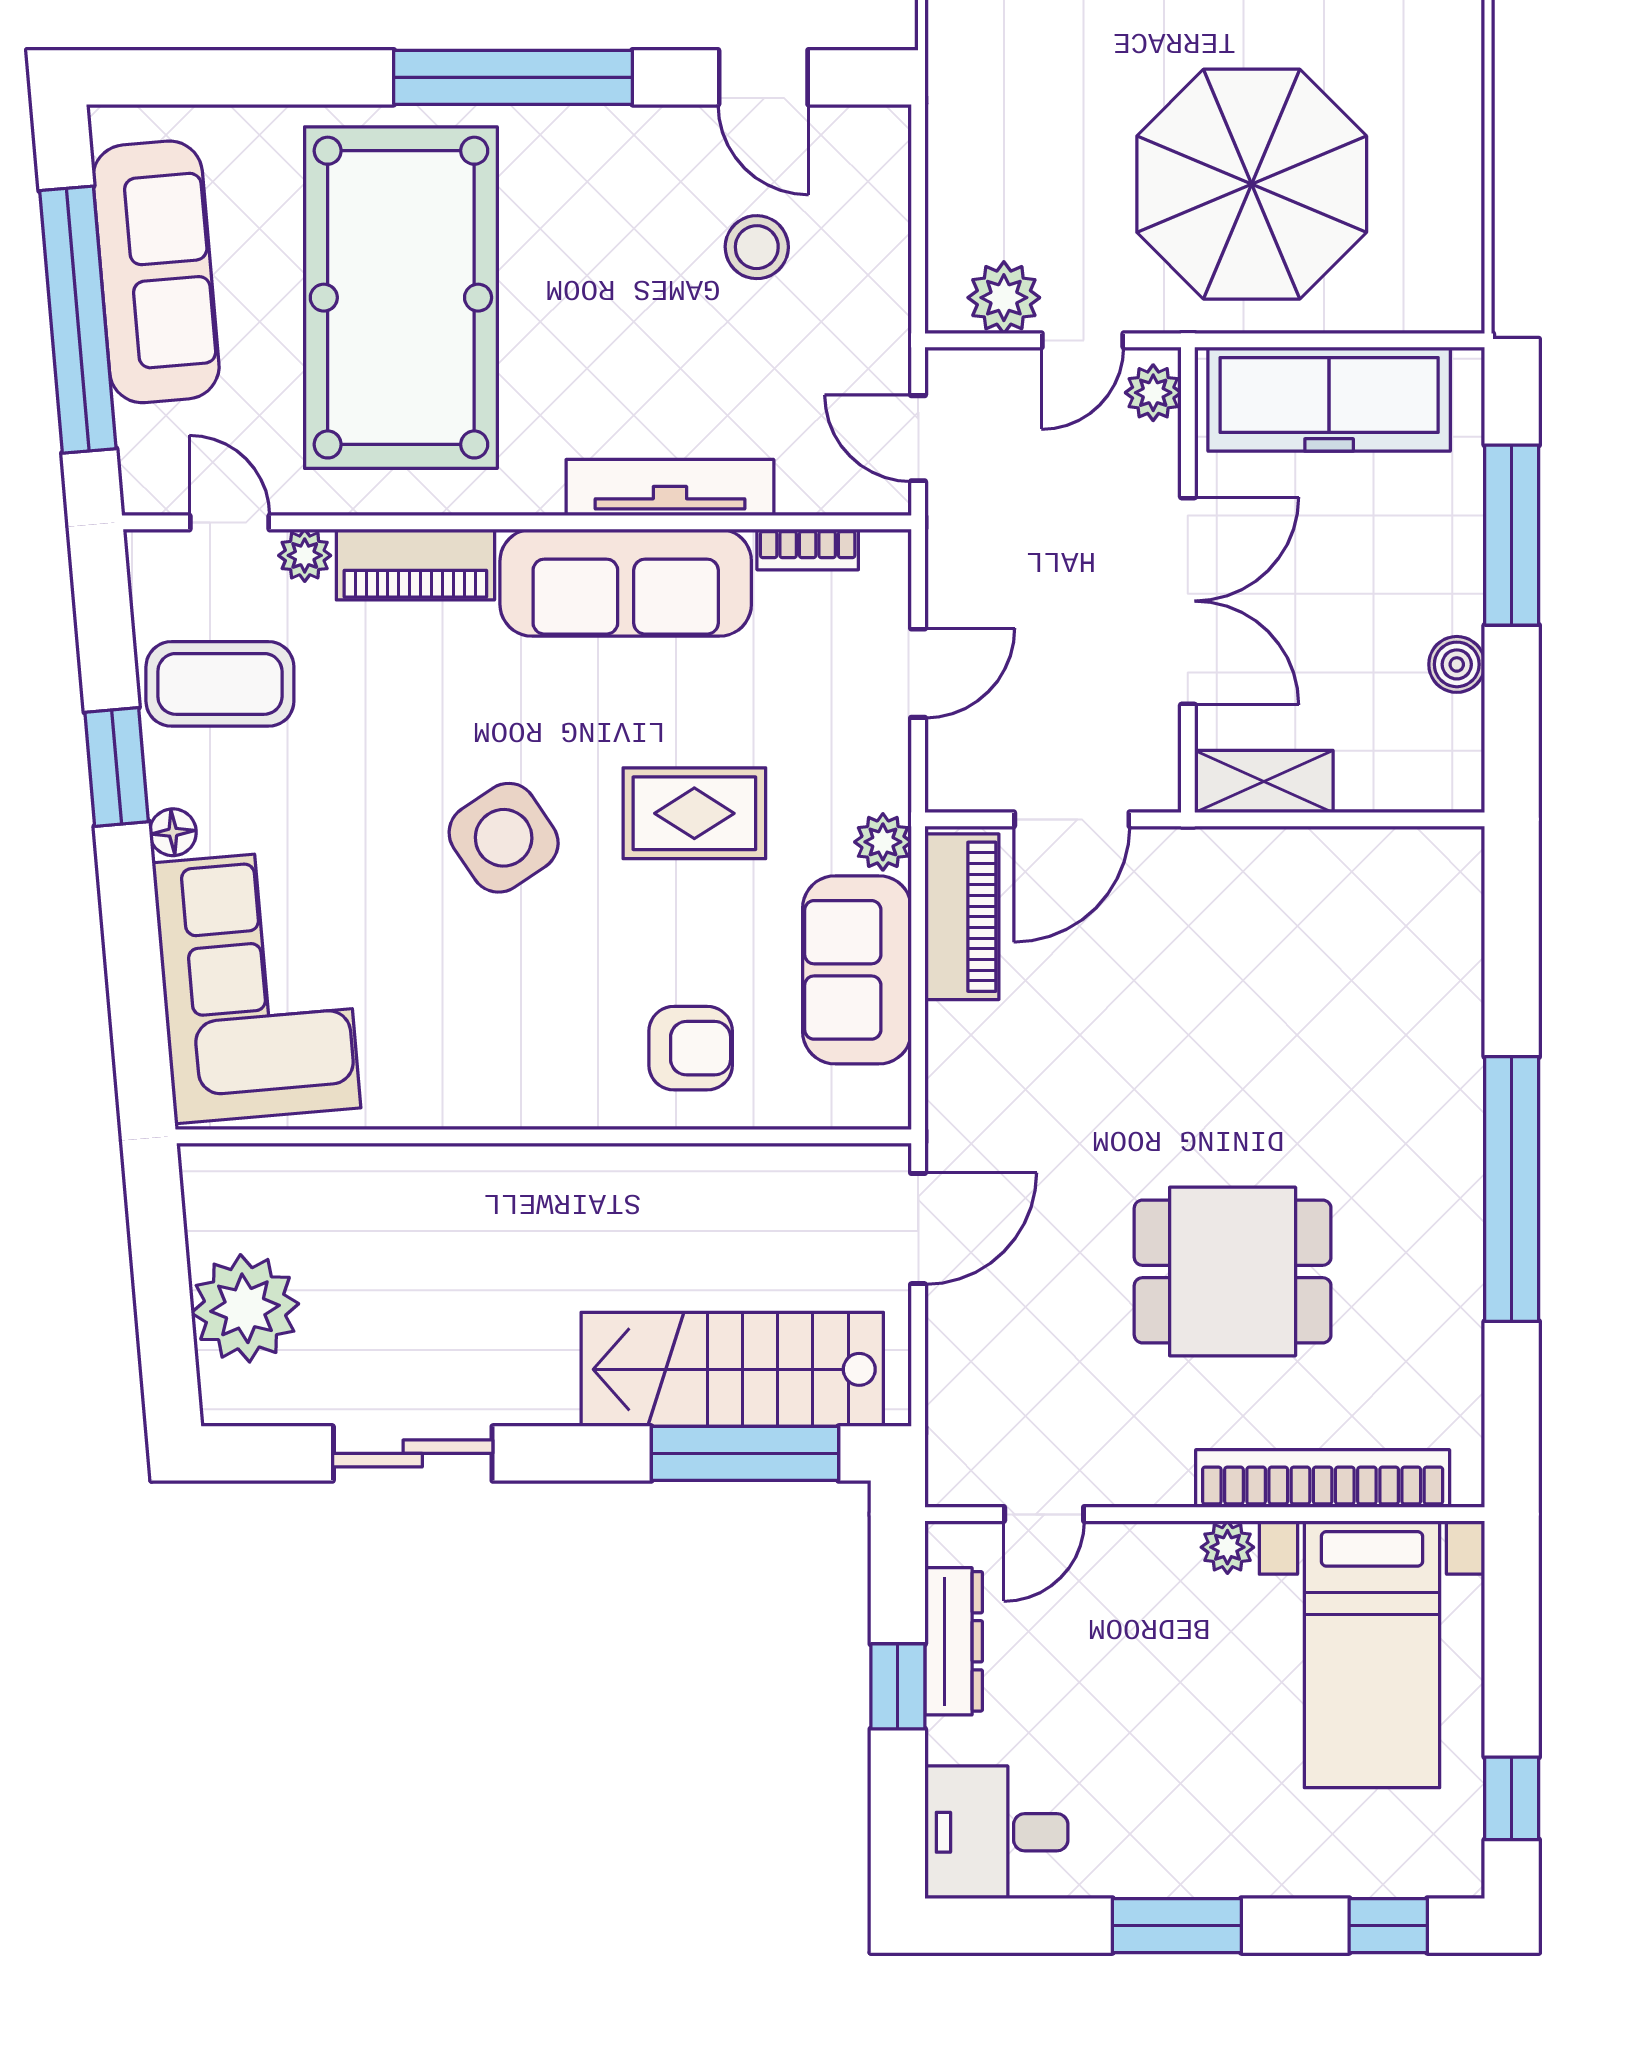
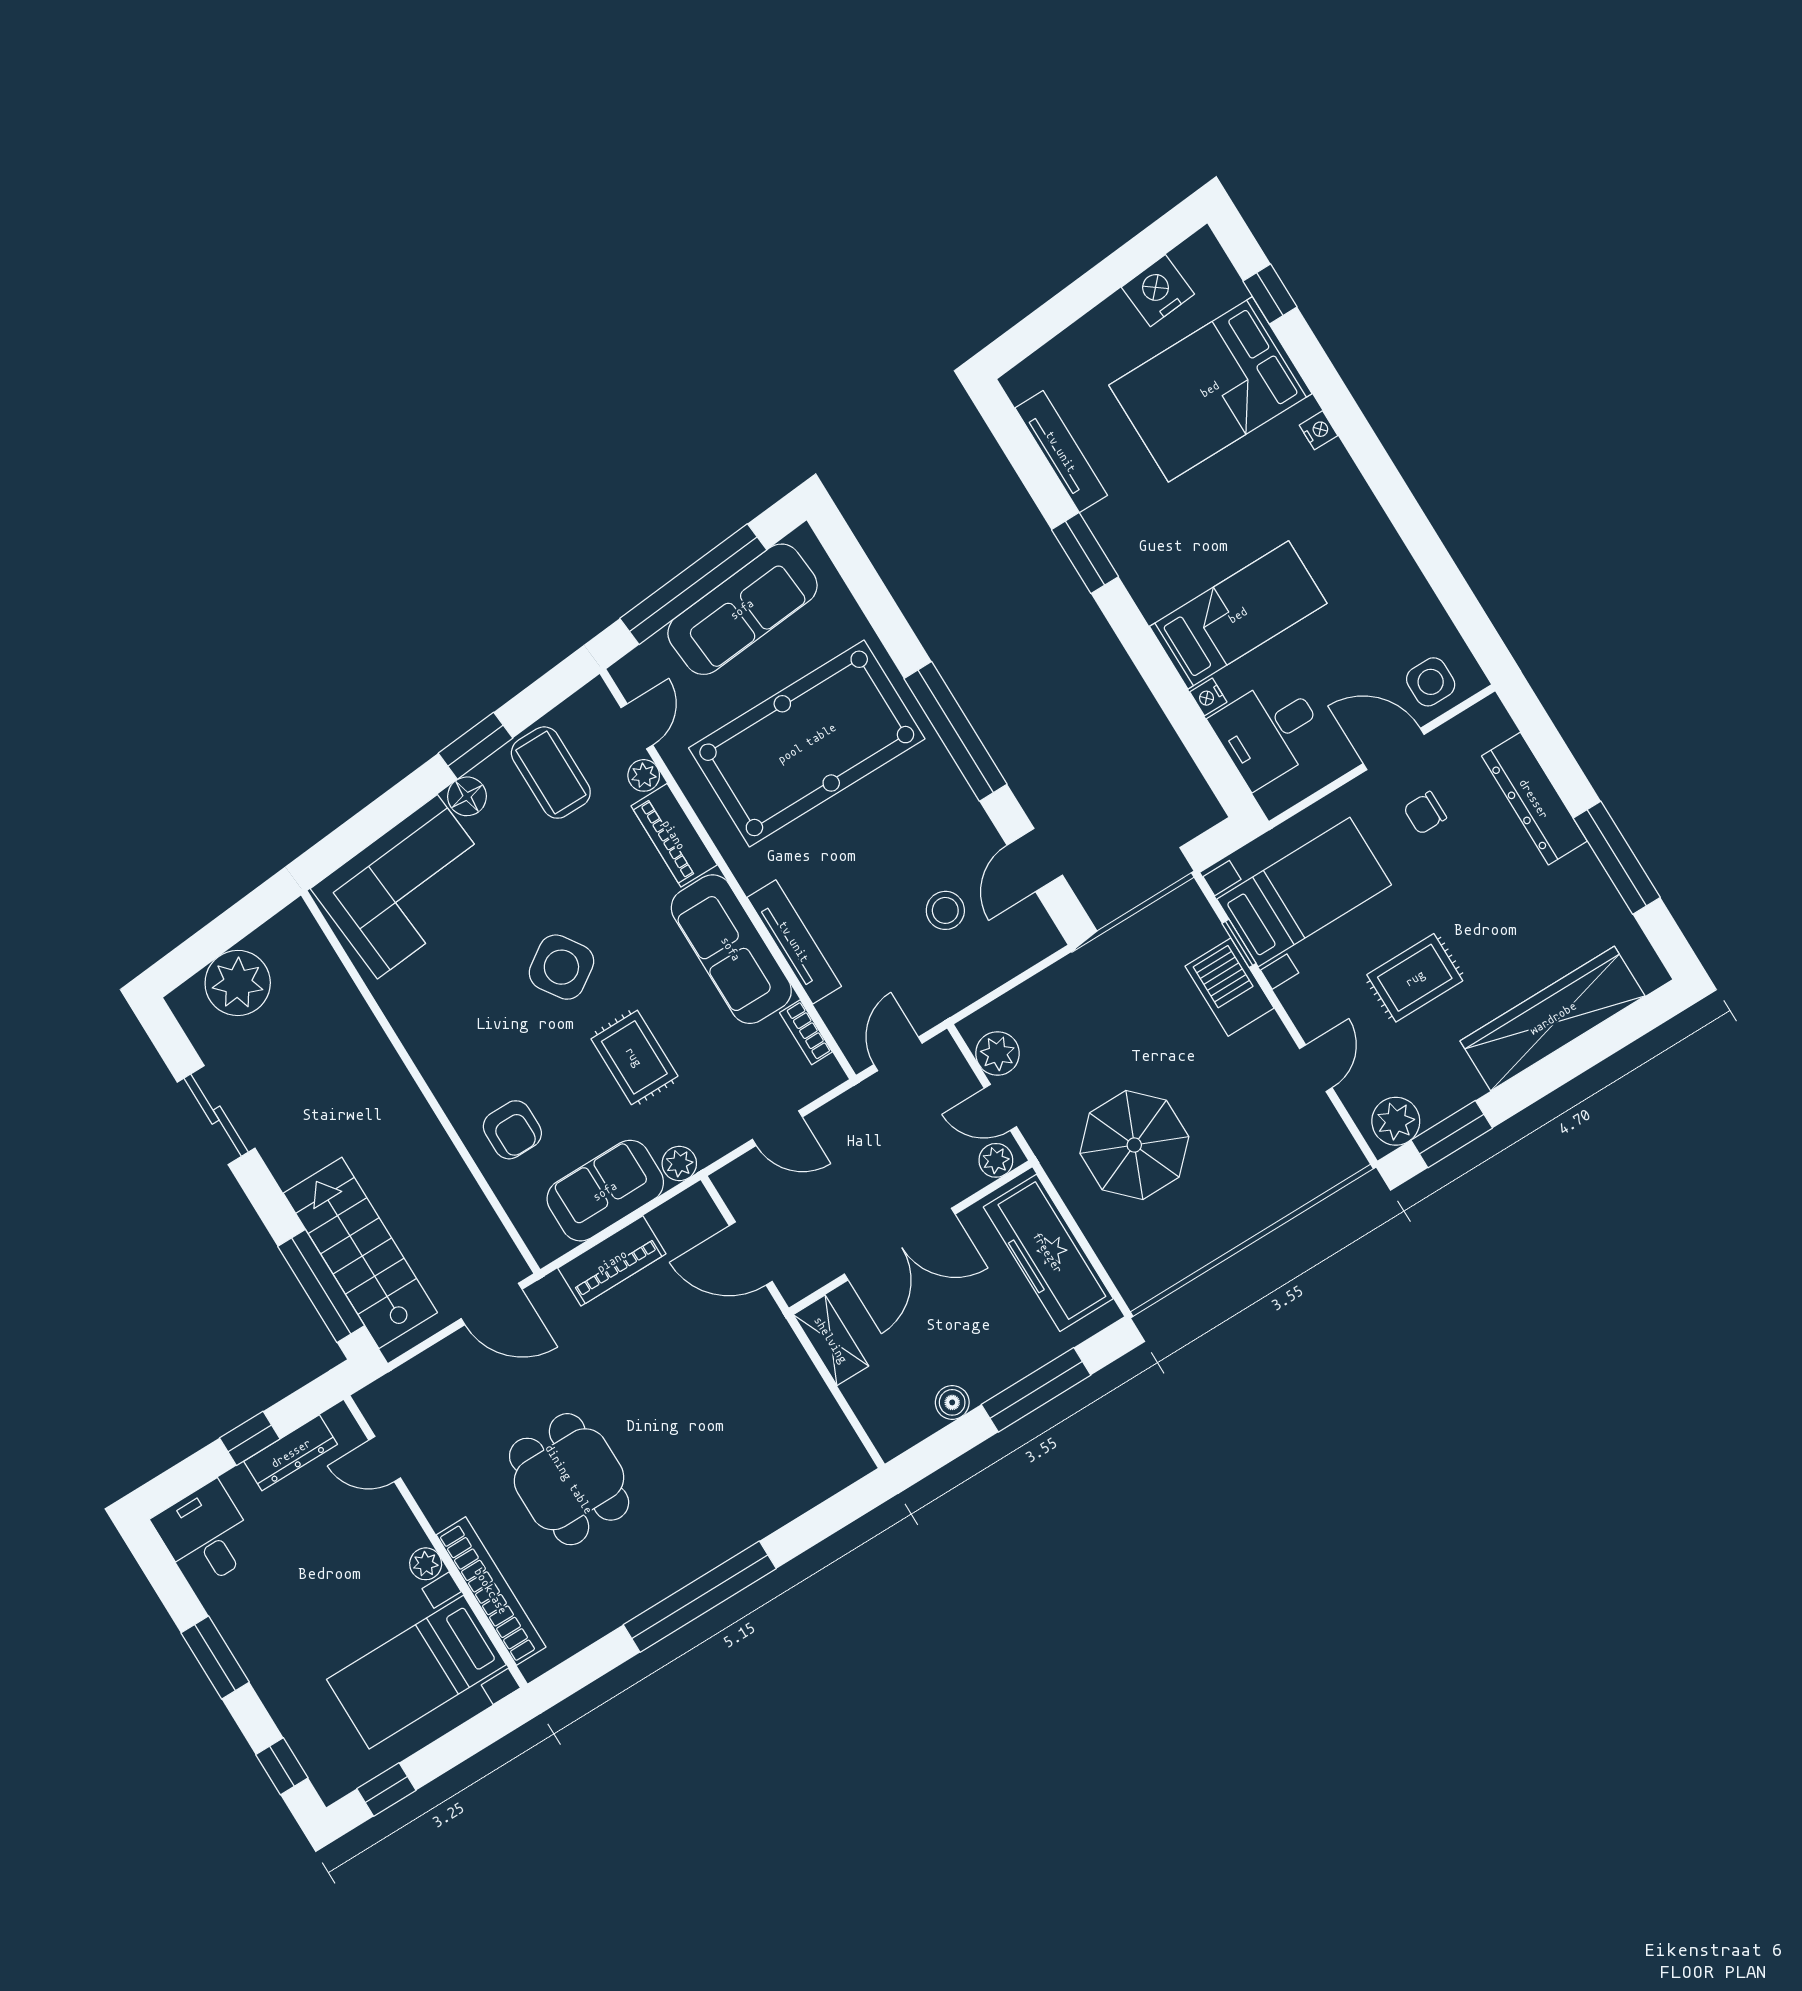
parasol: (1252, 184) -> (1134, 1145), width x0.73, depth x0.73
floor lamp: (173, 832) -> (467, 796), width x1.37, depth x1.37
piano: (962, 917) -> (612, 1261), moved

